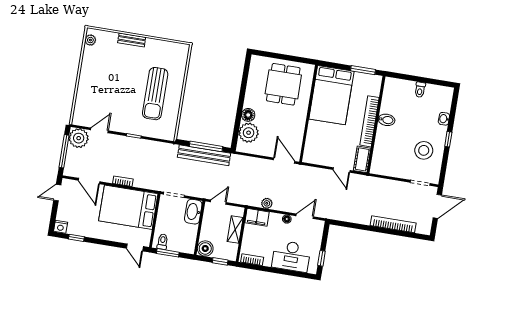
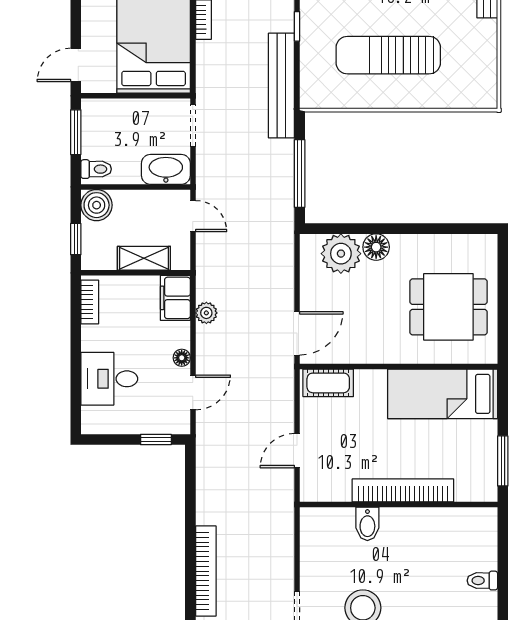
bed: (331, 95) -> (443, 394), width x0.67
bidet: (387, 120) -> (367, 524), moved
bench: (204, 155) -> (281, 86), moved
cot: (362, 159) -> (328, 383), moved
door: (305, 216) -> (193, 392), hinge flipped
toilet: (163, 242) -> (96, 169), moved
desk: (291, 256) -> (109, 379), width x0.73
window: (321, 258) -> (156, 439), moved

